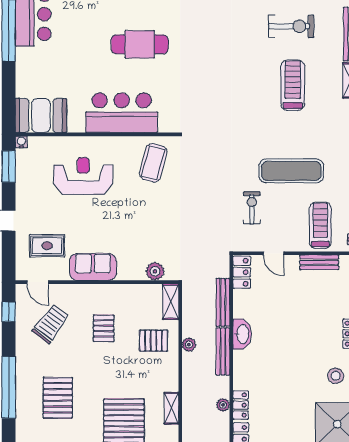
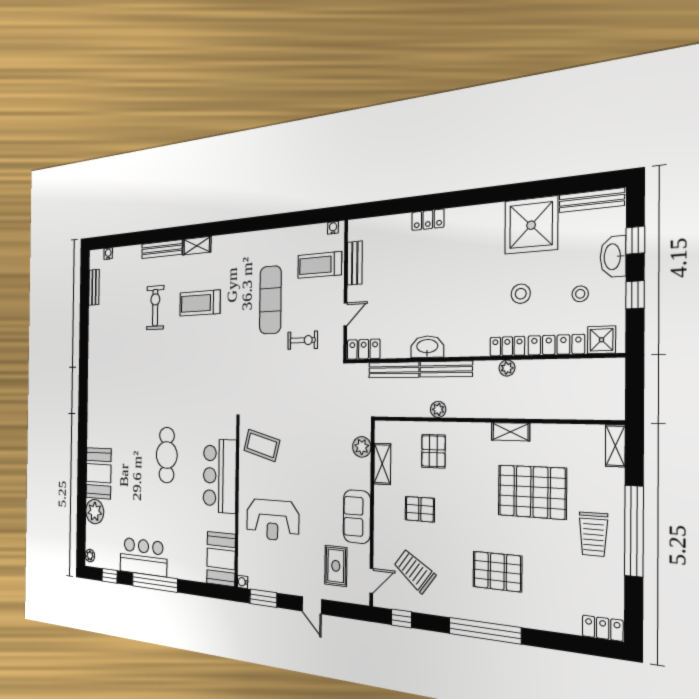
reception desk: (83, 176) -> (272, 520), turned -90
exercise bike: (252, 208) -> (303, 340), turned 180
shelving: (171, 302) -> (382, 464), moved, turned 90
stool: (336, 376) -> (521, 294), moved

